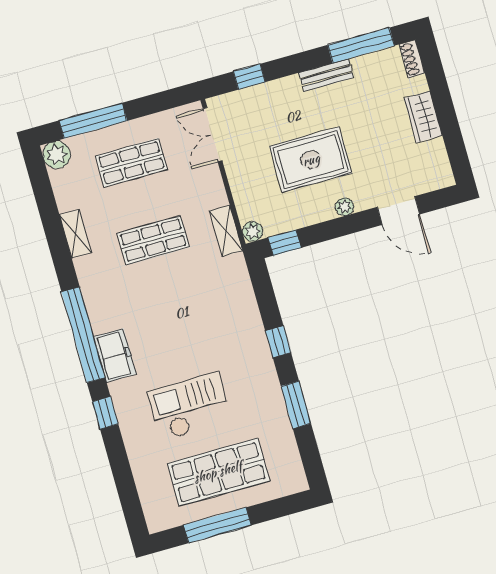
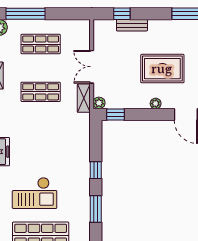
bench: (326, 75) -> (132, 25), moved
double door: (213, 134) -> (92, 67), moved
rug: (311, 160) -> (162, 69), moved
checkout: (189, 407) -> (35, 193), turned 180

